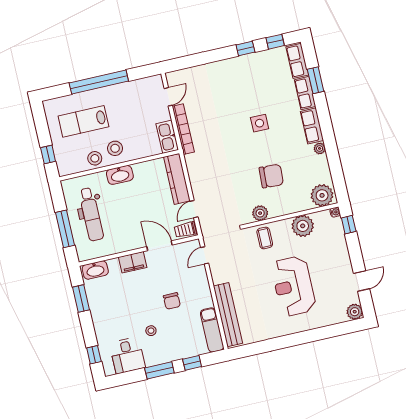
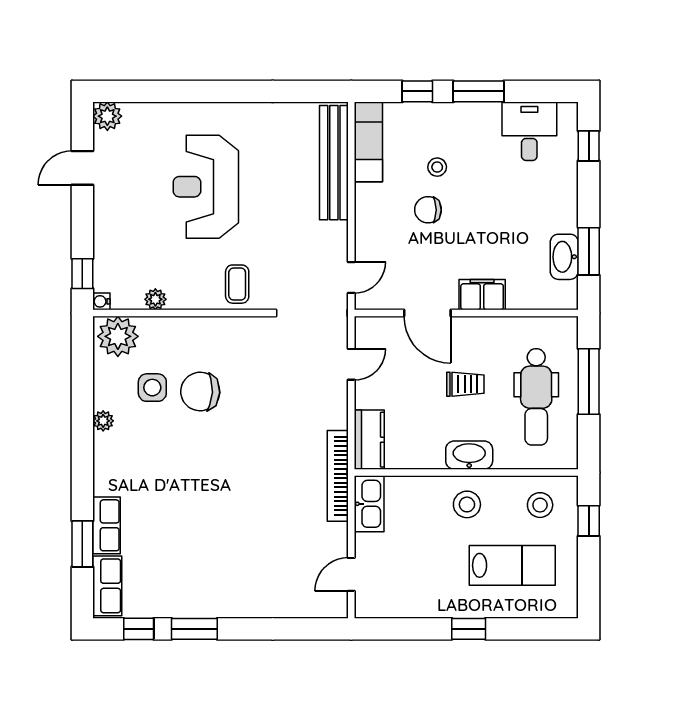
window: (245, 48) -> (194, 629), width x1.50
window: (99, 82) -> (469, 629), width x0.32
side table: (260, 123) -> (152, 388), moved
row of seats: (312, 126) -> (108, 464), removed
bookcase: (183, 129) -> (338, 476), moved
stool: (95, 158) -> (540, 505), moved
kitchen counter: (177, 179) -> (369, 440), width x0.67
plant: (260, 213) -> (235, 330), removed
dental chair: (91, 214) -> (536, 397), turned 180
plant: (303, 226) -> (155, 299), width x0.53, depth x0.53
trolley: (185, 230) -> (465, 384), moved
washbasin: (95, 270) -> (564, 257), moved, turned -90
reception desk: (293, 286) -> (206, 187), turned 180
chair: (172, 301) -> (428, 210), turned -90
stool: (151, 331) -> (437, 167), moved

